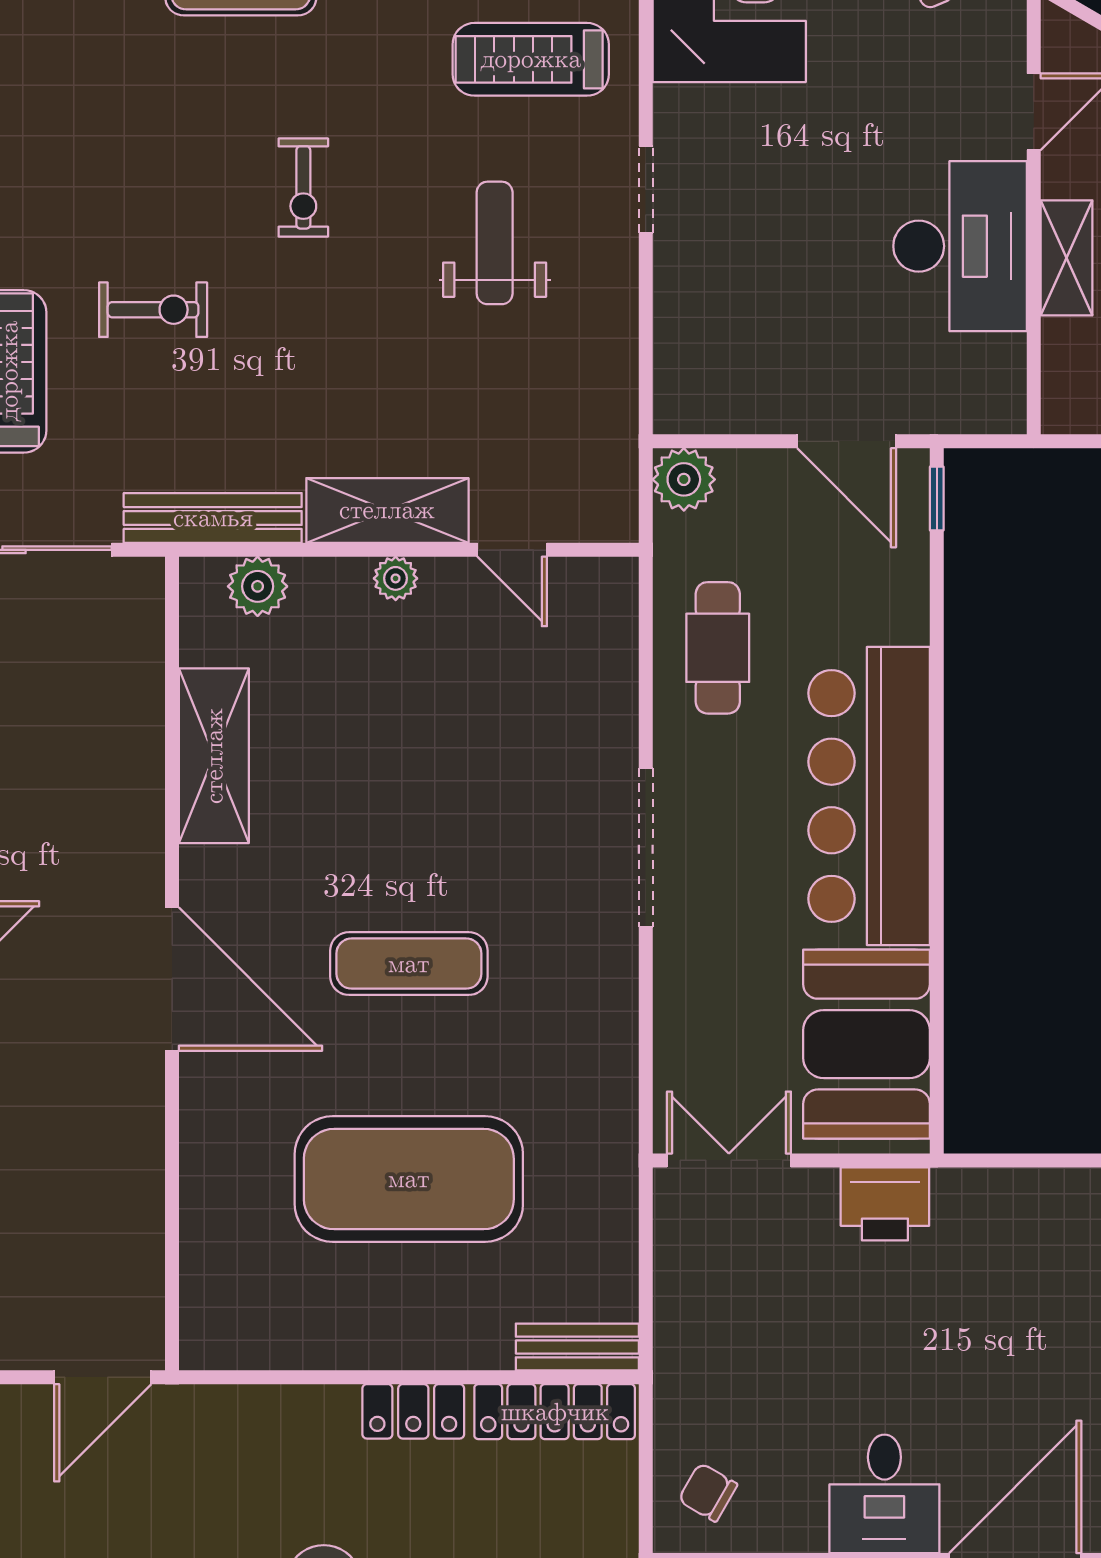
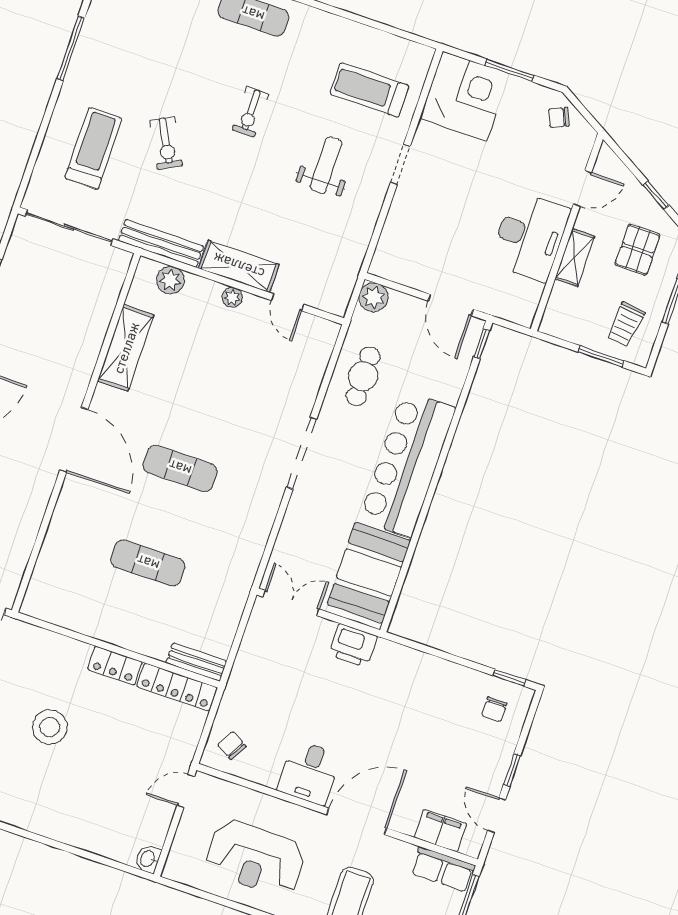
exercise bike: (153, 310) -> (166, 143), turned 62
exercise mat: (409, 1179) -> (148, 563), width x0.50, depth x0.69

